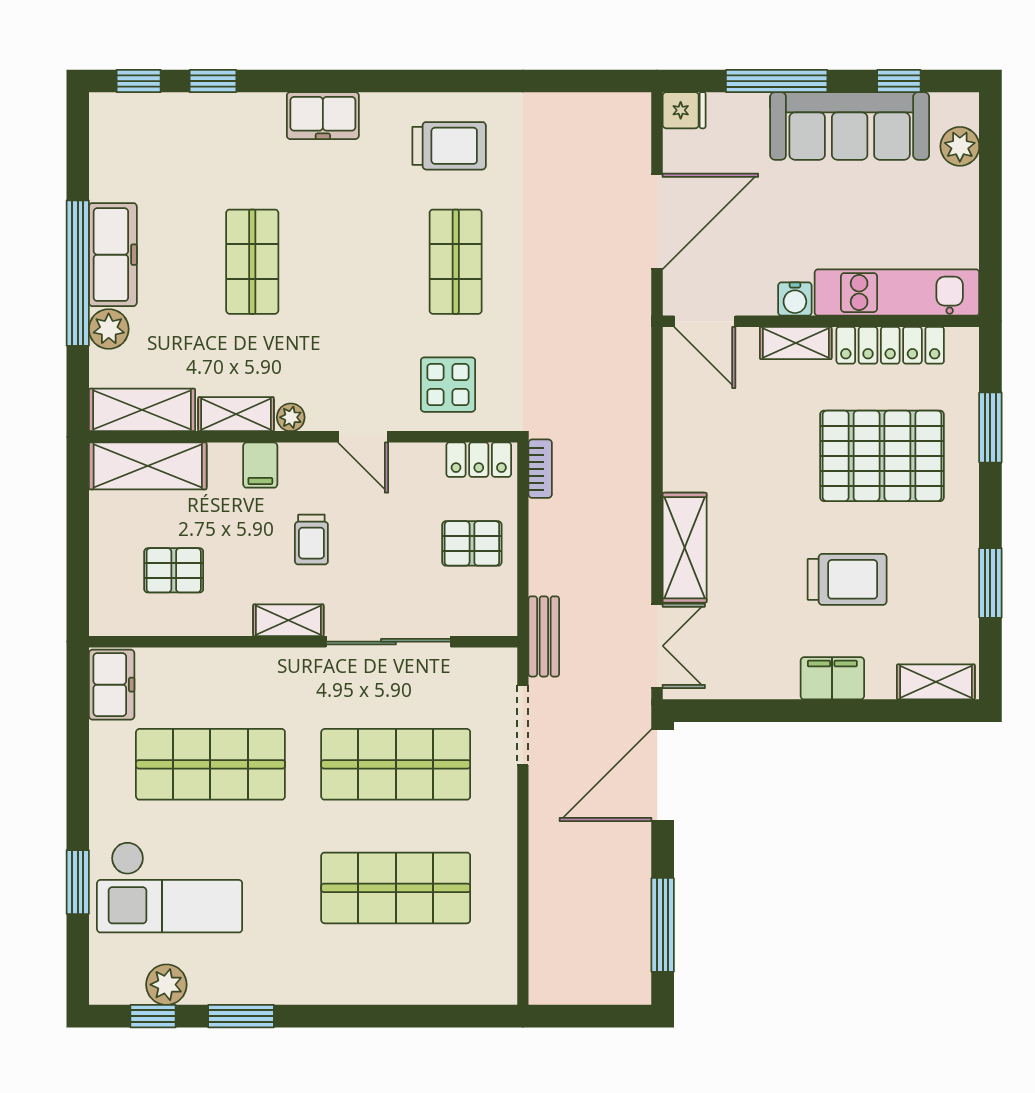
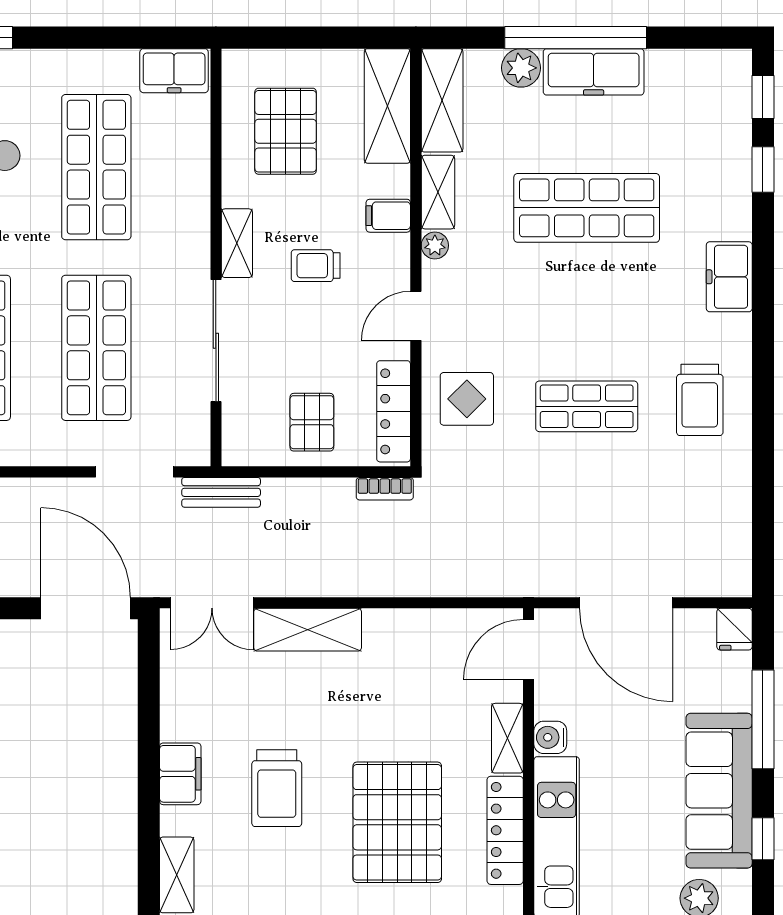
shop shelf: (252, 262) -> (587, 208), width x1.43, depth x1.36
locker: (479, 460) -> (394, 411), width x1.53
pallet: (174, 570) -> (286, 131), width x1.50, depth x1.42

